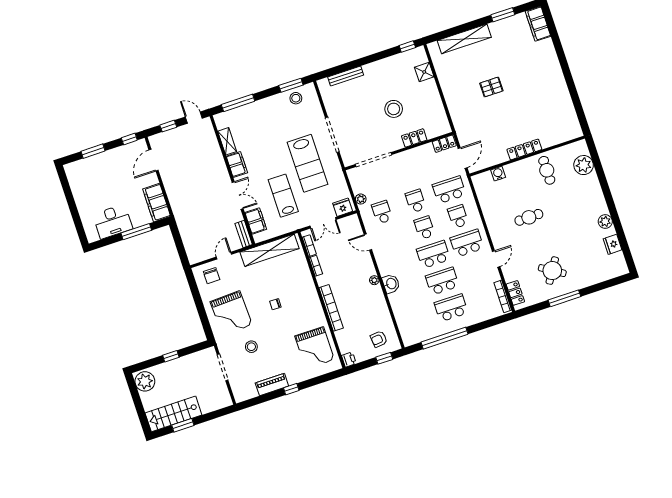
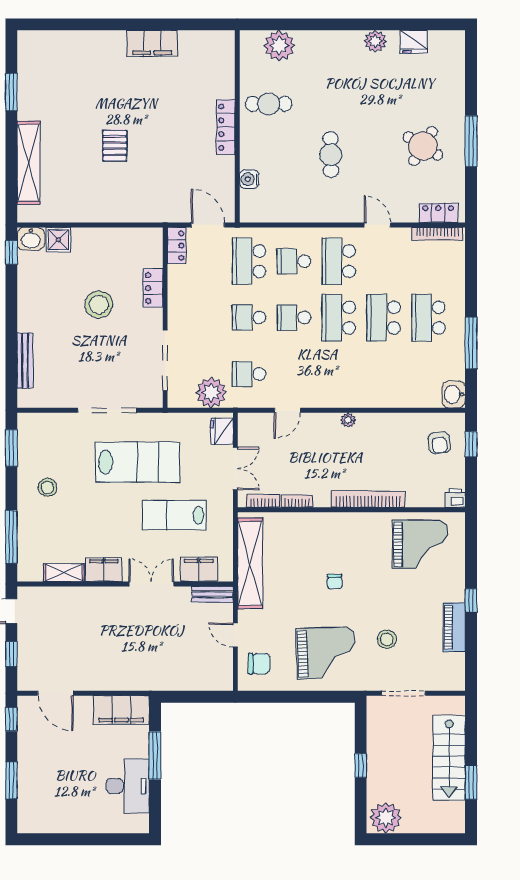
filing cabinet: (538, 24) -> (152, 43), moved
washbasin: (419, 55) -> (31, 239), added
stool: (296, 98) -> (47, 487), moved
plant: (361, 199) -> (211, 393), width x1.88, depth x1.88
washbasin: (391, 284) -> (454, 394), moved, turned -90
window: (444, 338) -> (471, 343), width x0.68
stairs: (173, 414) -> (449, 758), moved

